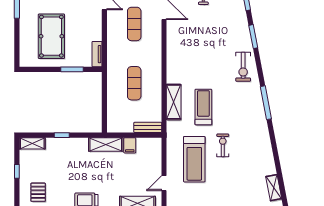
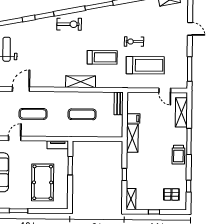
pool table: (51, 36) -> (43, 182), turned 90
shelving: (174, 102) -> (81, 82), moved
treadmill: (203, 107) -> (102, 57), turned 180

